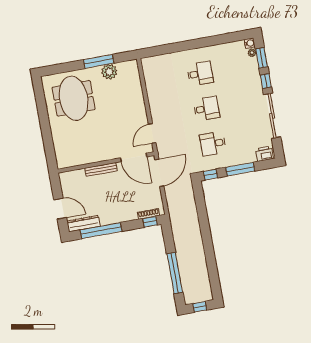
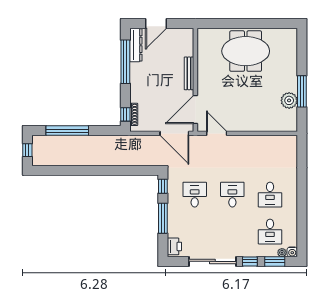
desk: (235, 67) -> (270, 232), added
meeting table: (74, 98) -> (246, 51), moved
desk: (206, 109) -> (232, 195), turned 180

